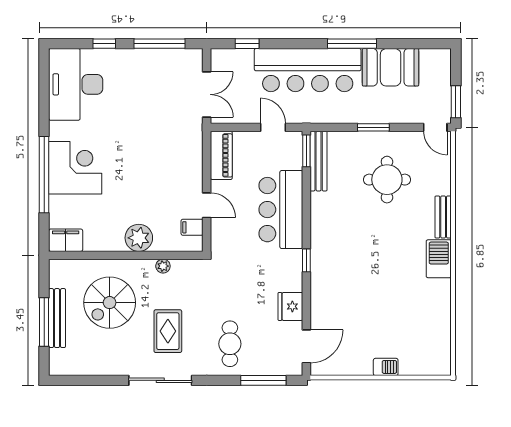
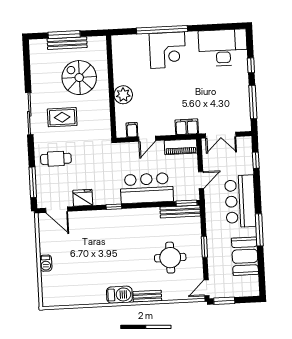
bar counter: (308, 70) -> (240, 201), width x0.73
filing cabinet: (66, 240) -> (187, 127), moved, turned -90
plant: (163, 266) -> (105, 112), removed

